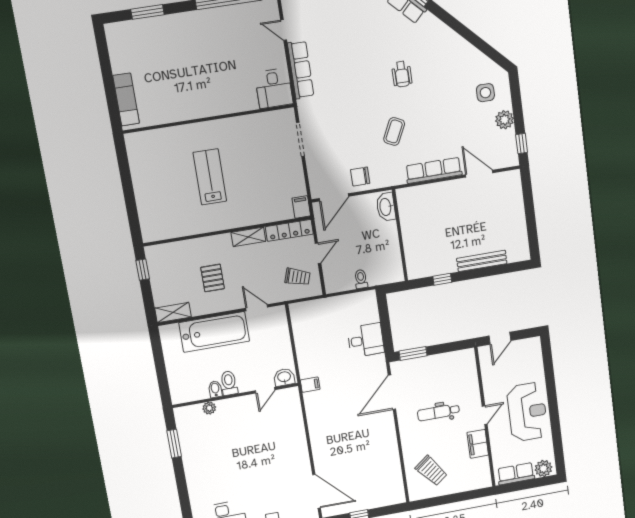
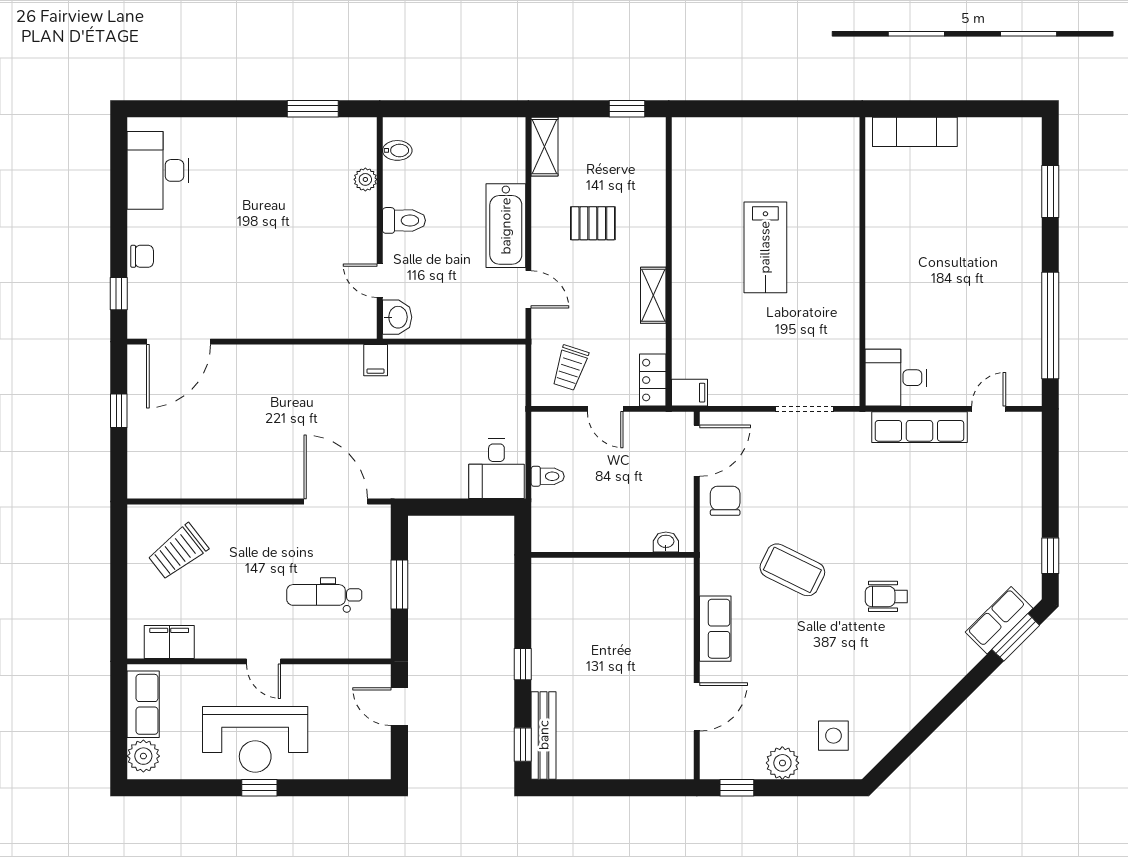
coffee table: (394, 131) -> (792, 570), width x1.36, depth x1.30
row of seats: (434, 170) -> (715, 629), width x0.68
lab bench: (210, 177) -> (765, 247), turned 90
door: (334, 197) -> (697, 451), swing flipped
washbasin: (386, 207) -> (666, 542), width x0.52, depth x0.69
locker: (289, 230) -> (653, 380), width x0.66
bench: (482, 261) -> (544, 735), moved
window: (512, 267) -> (523, 745), added
window: (442, 279) -> (523, 664), moved
door: (257, 308) -> (528, 289), hinge flipped
bathtub: (214, 332) -> (506, 226), width x0.73, depth x0.73
desk: (366, 340) -> (496, 469), moved
window: (413, 353) -> (399, 585), moved
bidet: (215, 389) -> (397, 150), moved
window: (553, 405) -> (259, 788), added
dental chair: (438, 412) -> (324, 595), moved, turned -90
filing cabinet: (478, 444) -> (169, 642), moved

